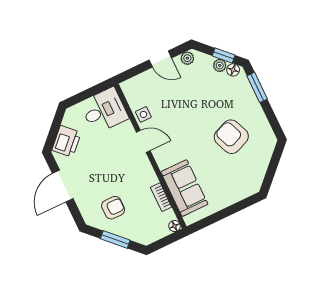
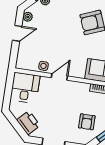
armchair: (113, 208) -> (87, 122), turned 180

